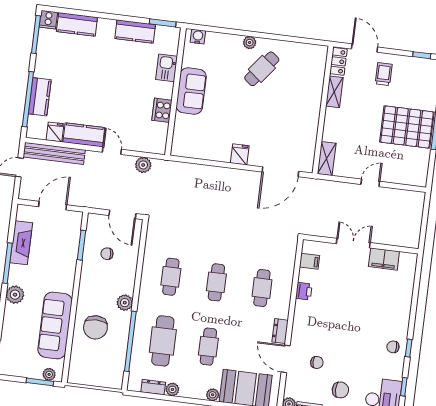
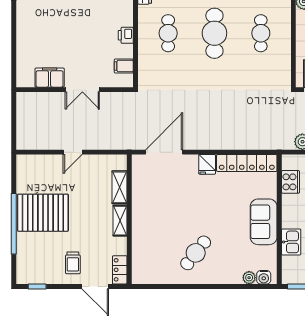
plant: (250, 43) -> (249, 278), moved
shelving: (334, 92) -> (120, 221), moved
cooker: (162, 110) -> (290, 182), moved
locker: (201, 151) -> (247, 163), added
shelving: (327, 159) -> (119, 187), moved
cafe table: (216, 282) -> (214, 33), width x1.37, depth x1.35

